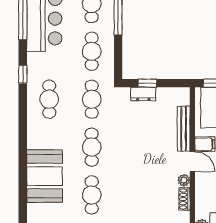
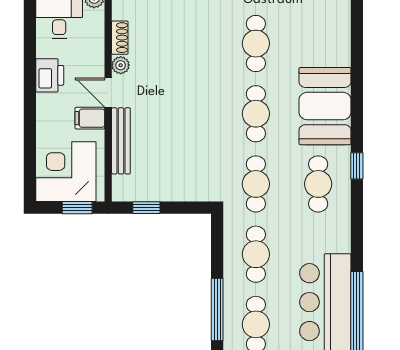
window: (23, 74) -> (357, 166), moved
window: (147, 83) -> (146, 208), moved
dresser: (143, 94) -> (180, 192), removed
booth: (45, 176) -> (325, 106), moved

